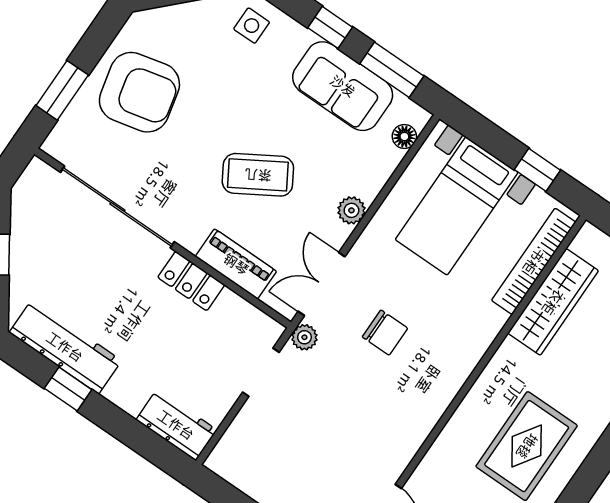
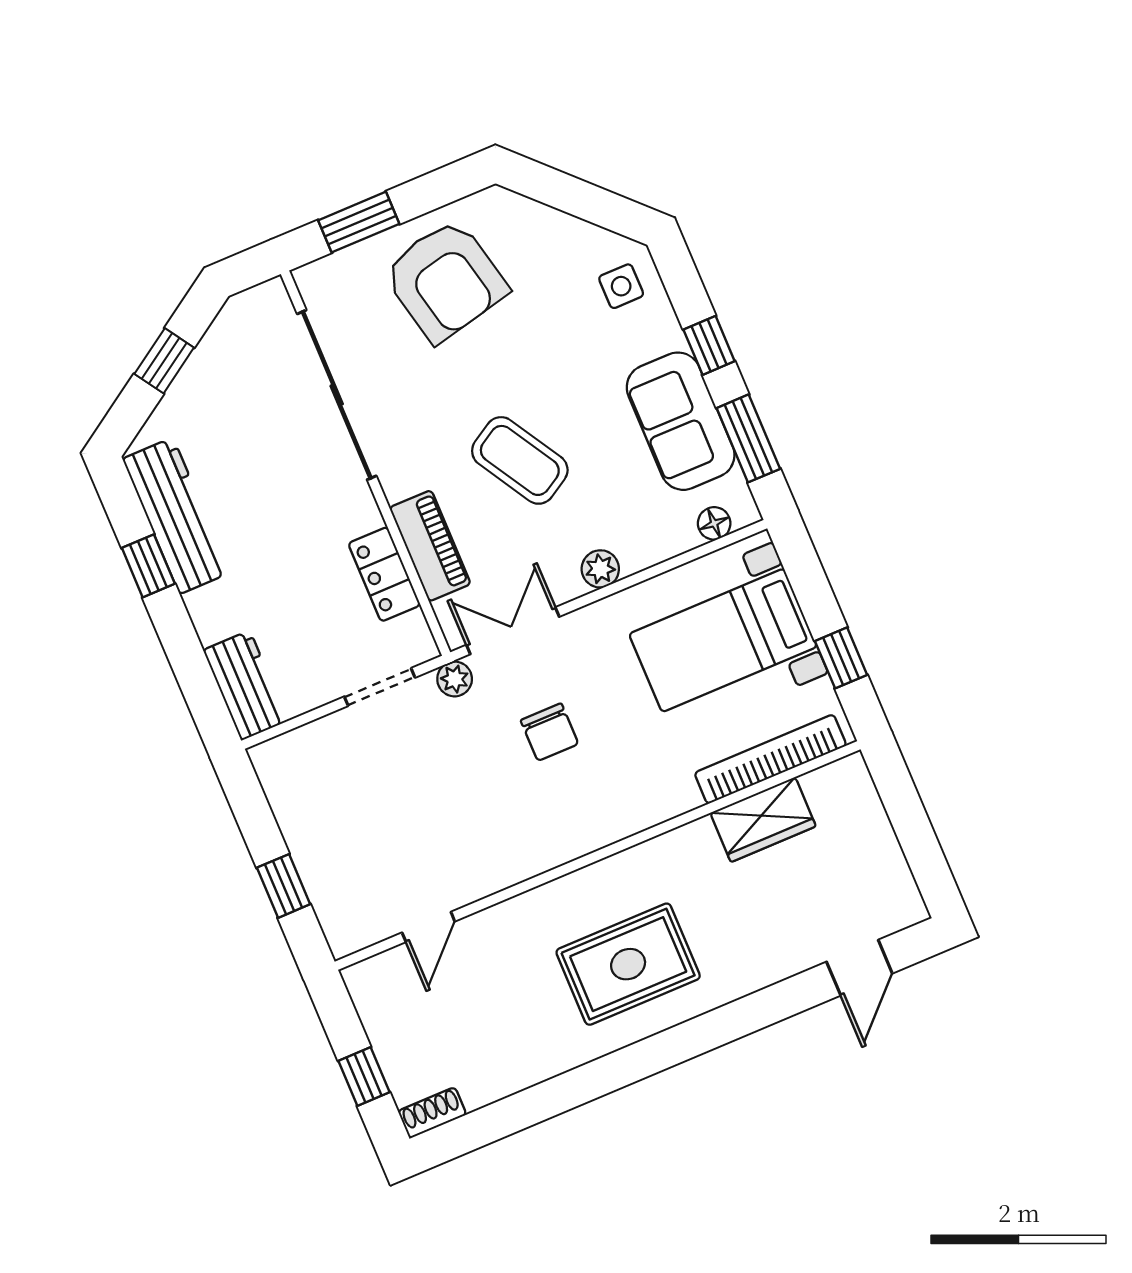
locker: (191, 281) -> (384, 574), moved
wardrobe: (553, 302) -> (763, 820), width x0.67

